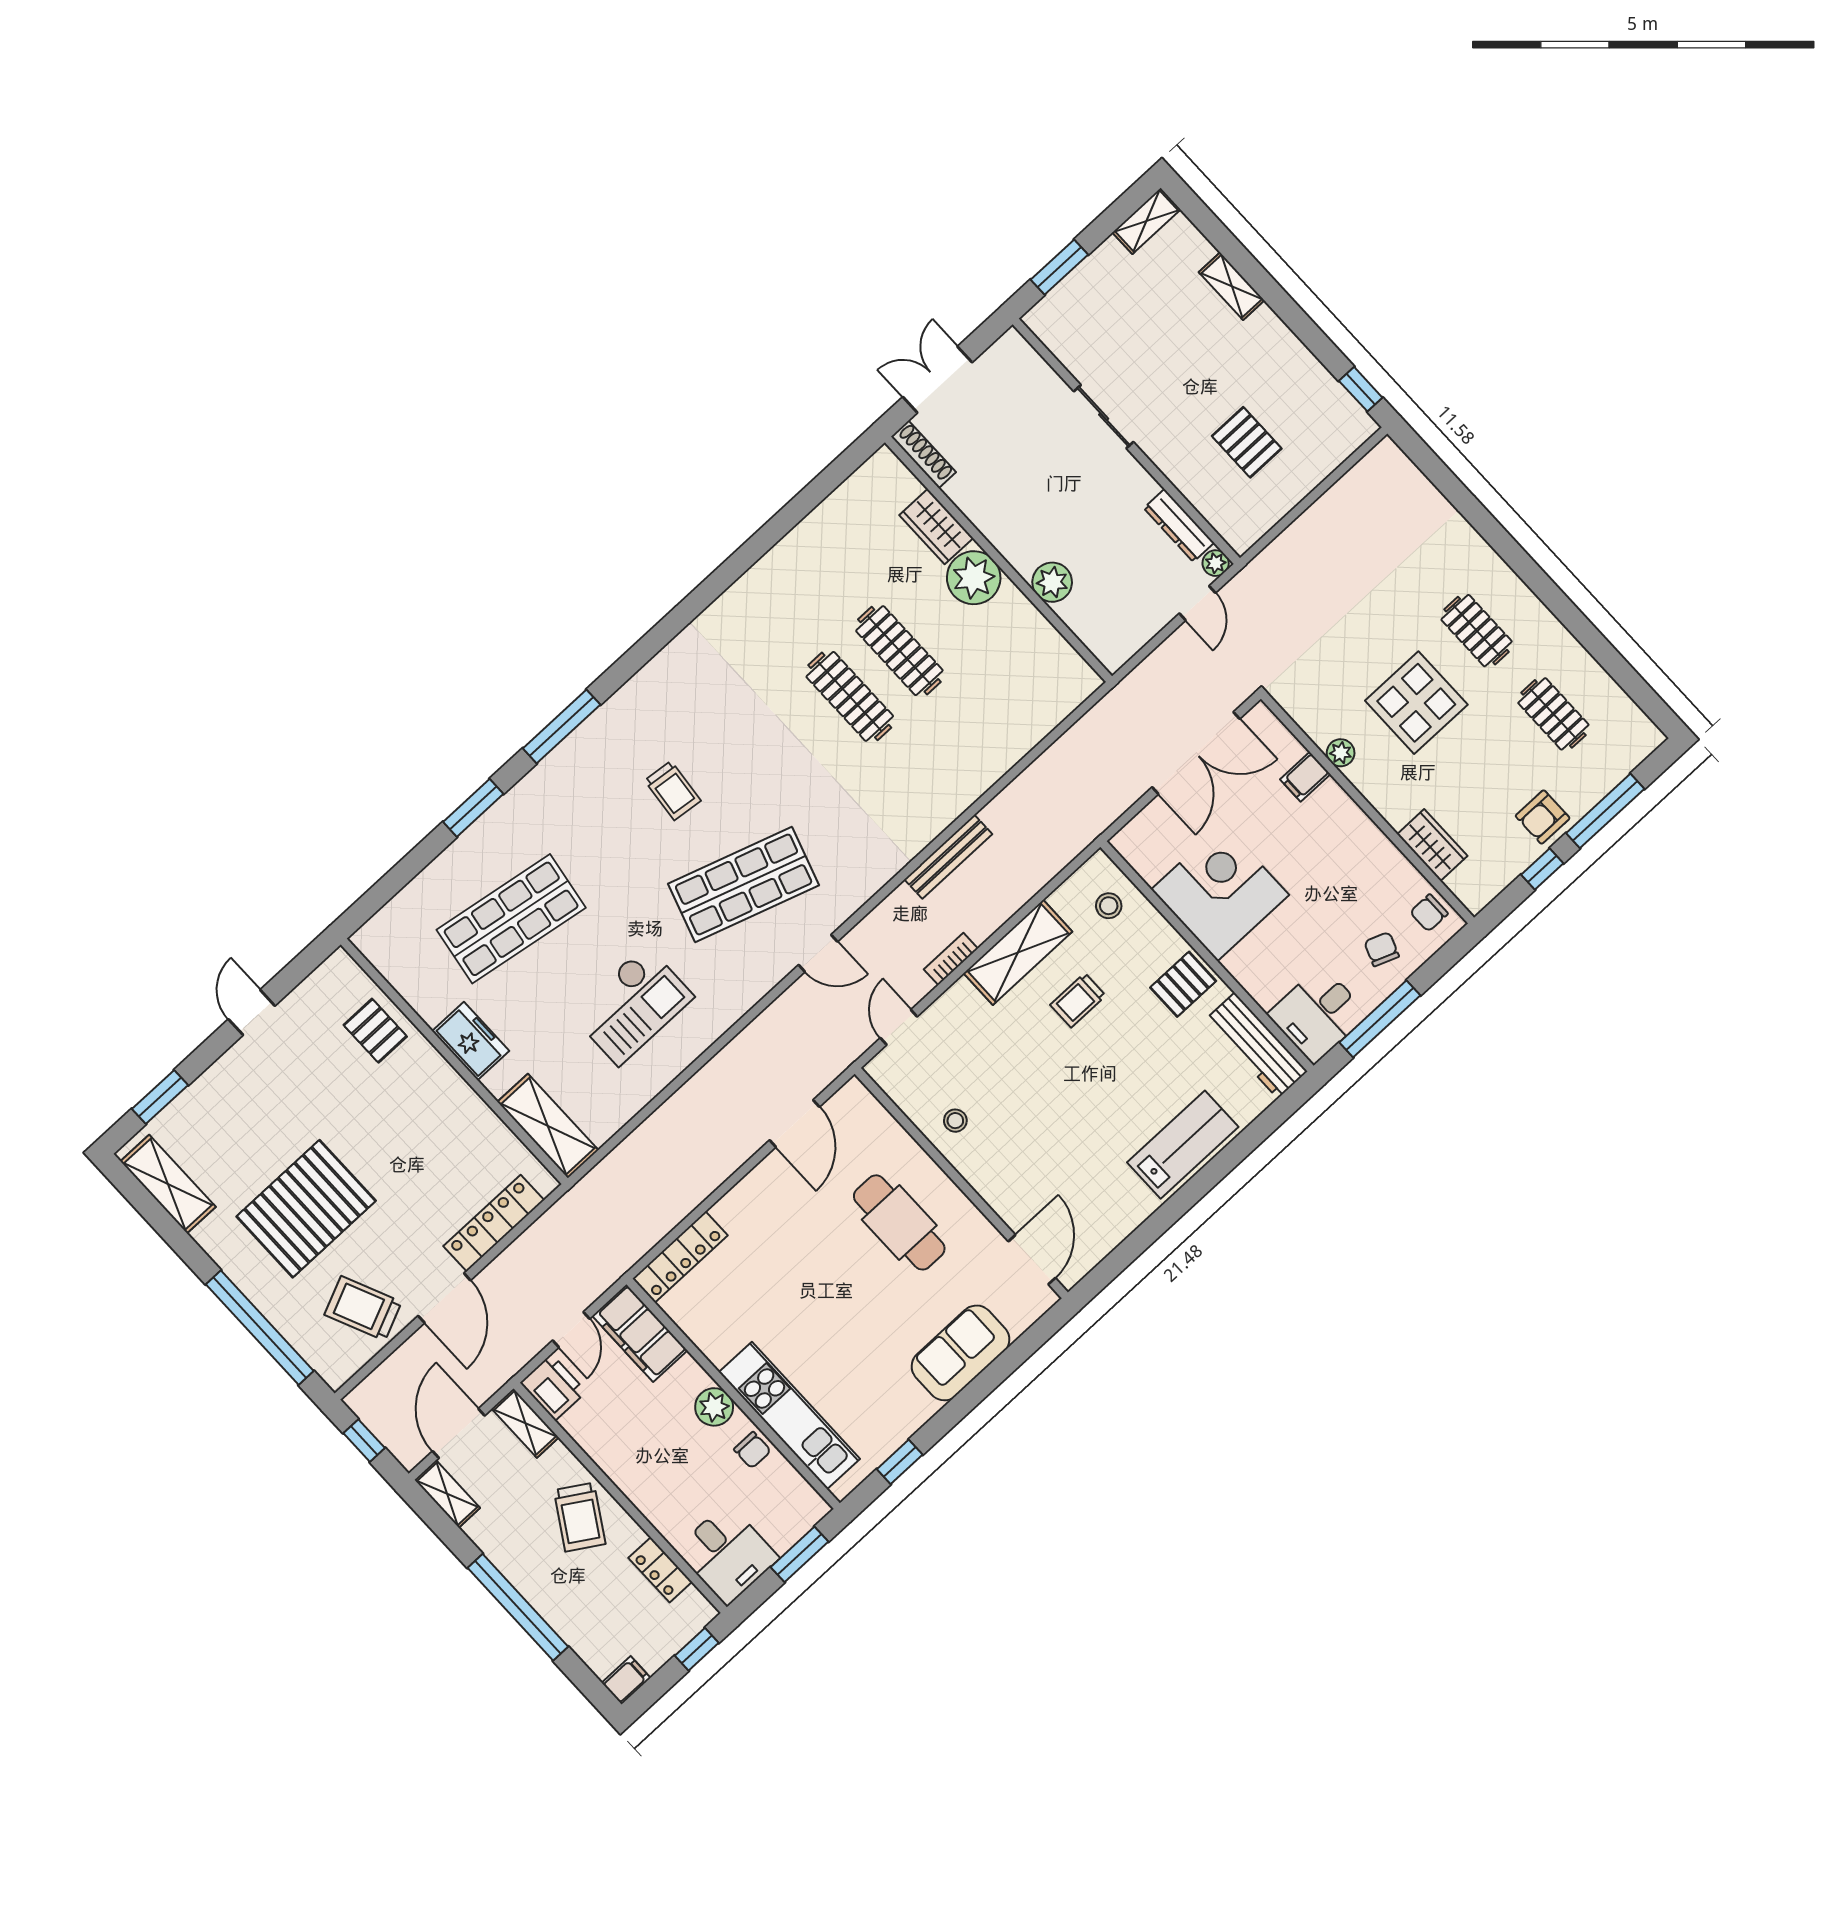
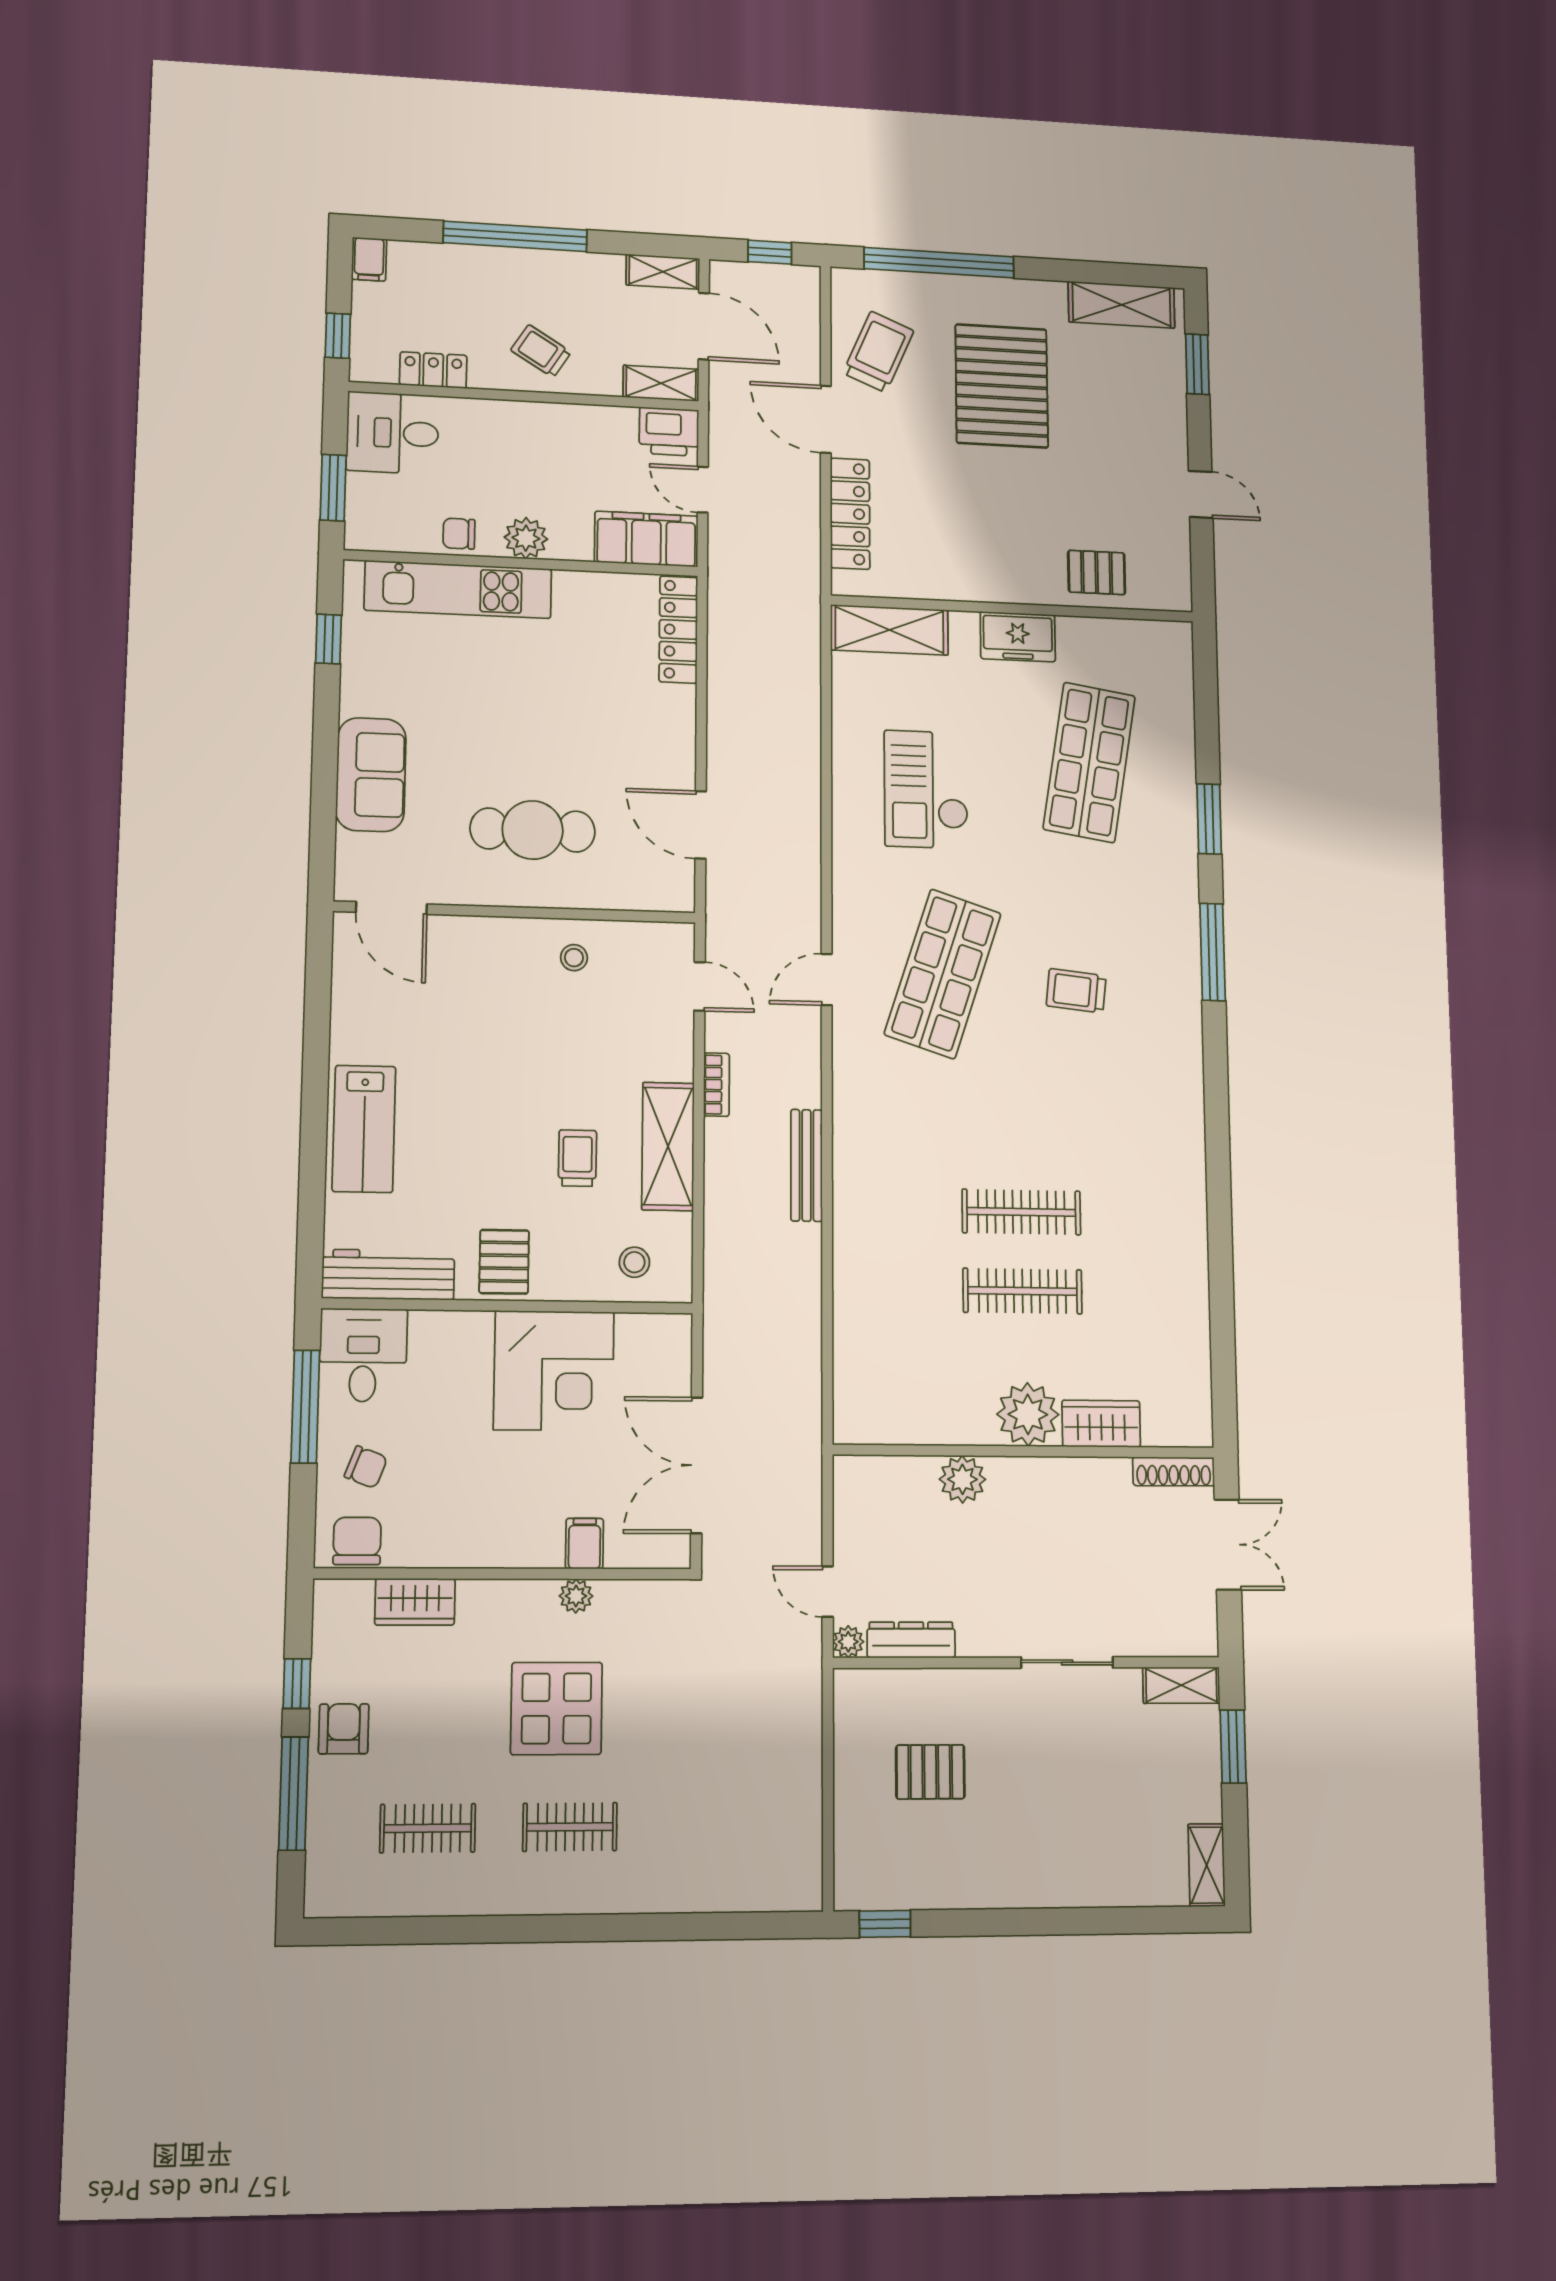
shelving: (1232, 286) -> (1181, 1685), moved
chair: (1429, 913) -> (357, 1541), width x1.37, depth x1.37
trolley: (363, 1308) -> (878, 352), turned -43
trolley: (580, 1517) -> (541, 351), width x0.73, depth x0.72

